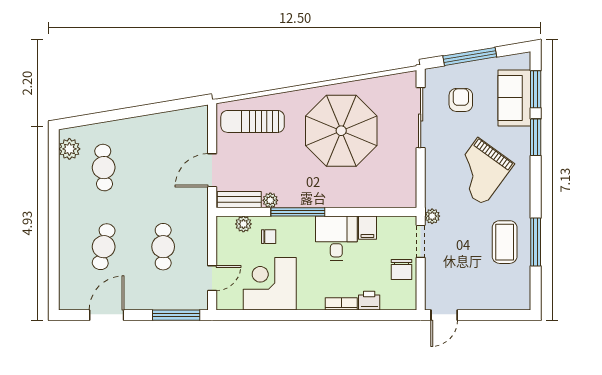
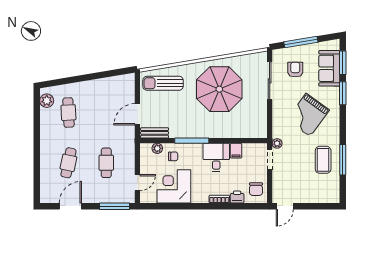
plant: (270, 200) -> (174, 133), removed
chair: (401, 270) -> (256, 189), moved

